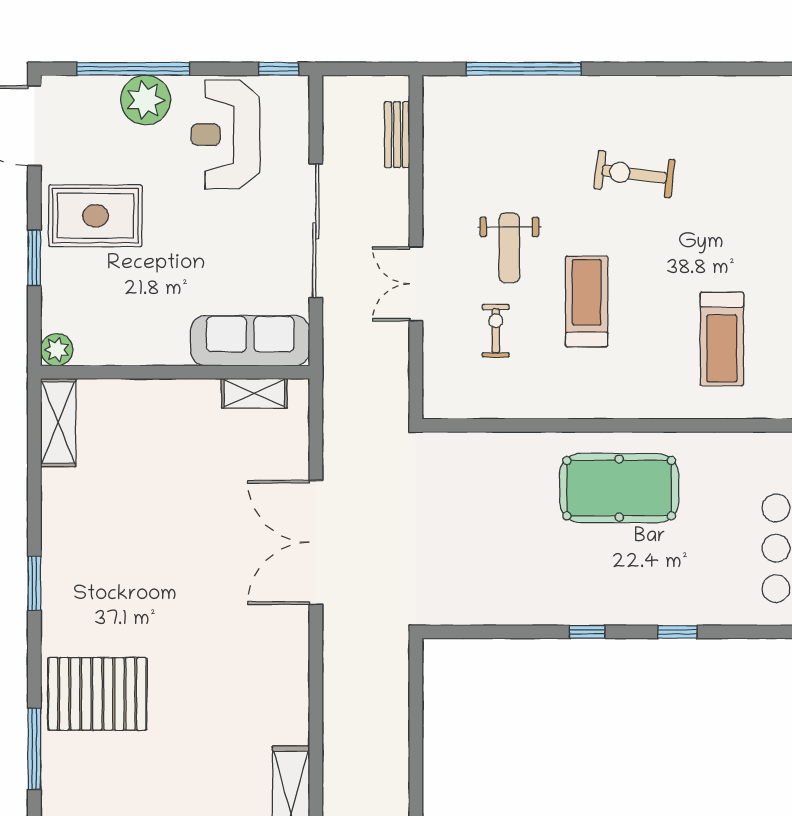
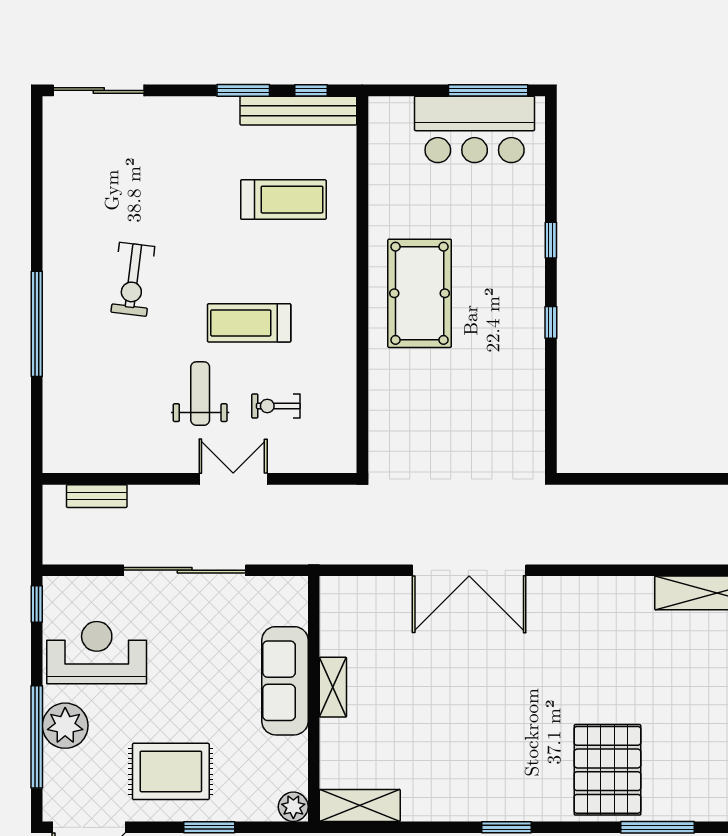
window: (524, 69) -> (37, 324), moved
reception desk: (226, 135) -> (97, 653), turned 180
rug: (95, 216) -> (171, 771), turned 90
weight bench: (509, 248) -> (200, 394), turned -90
double door: (416, 284) -> (233, 479), swing flipped
sofa: (250, 341) -> (285, 681), moved
shelving: (254, 393) -> (333, 687), moved

